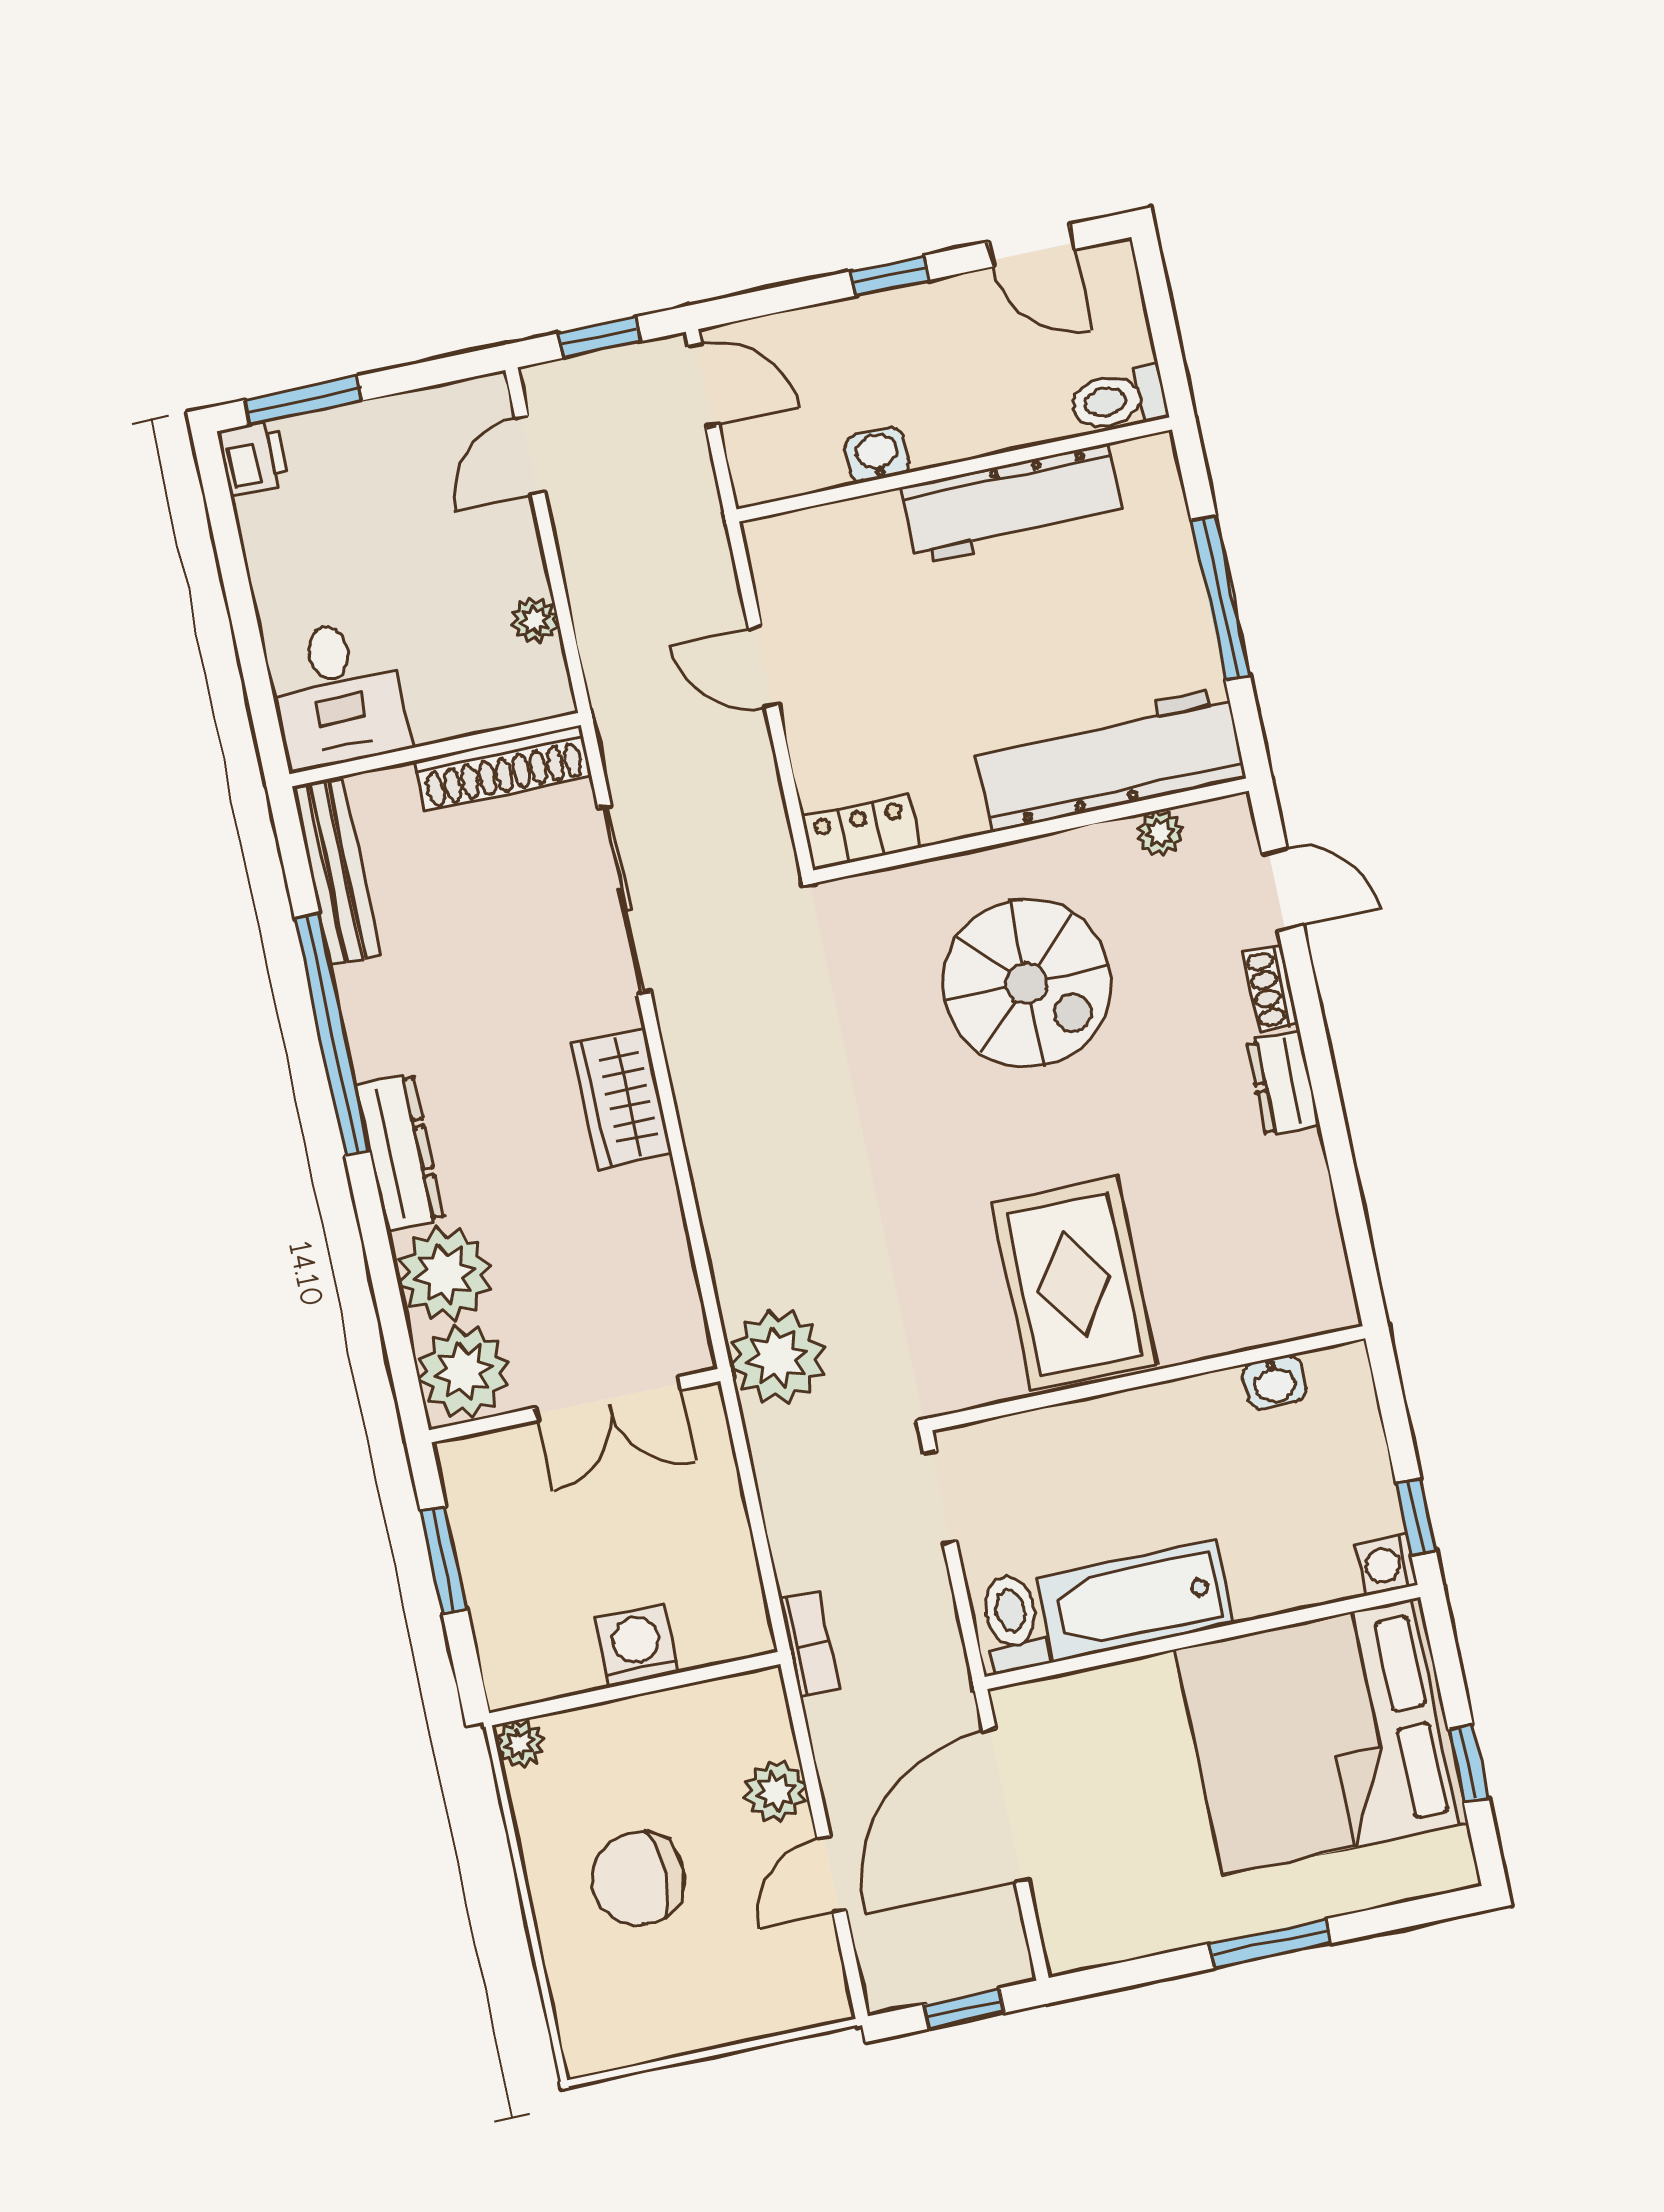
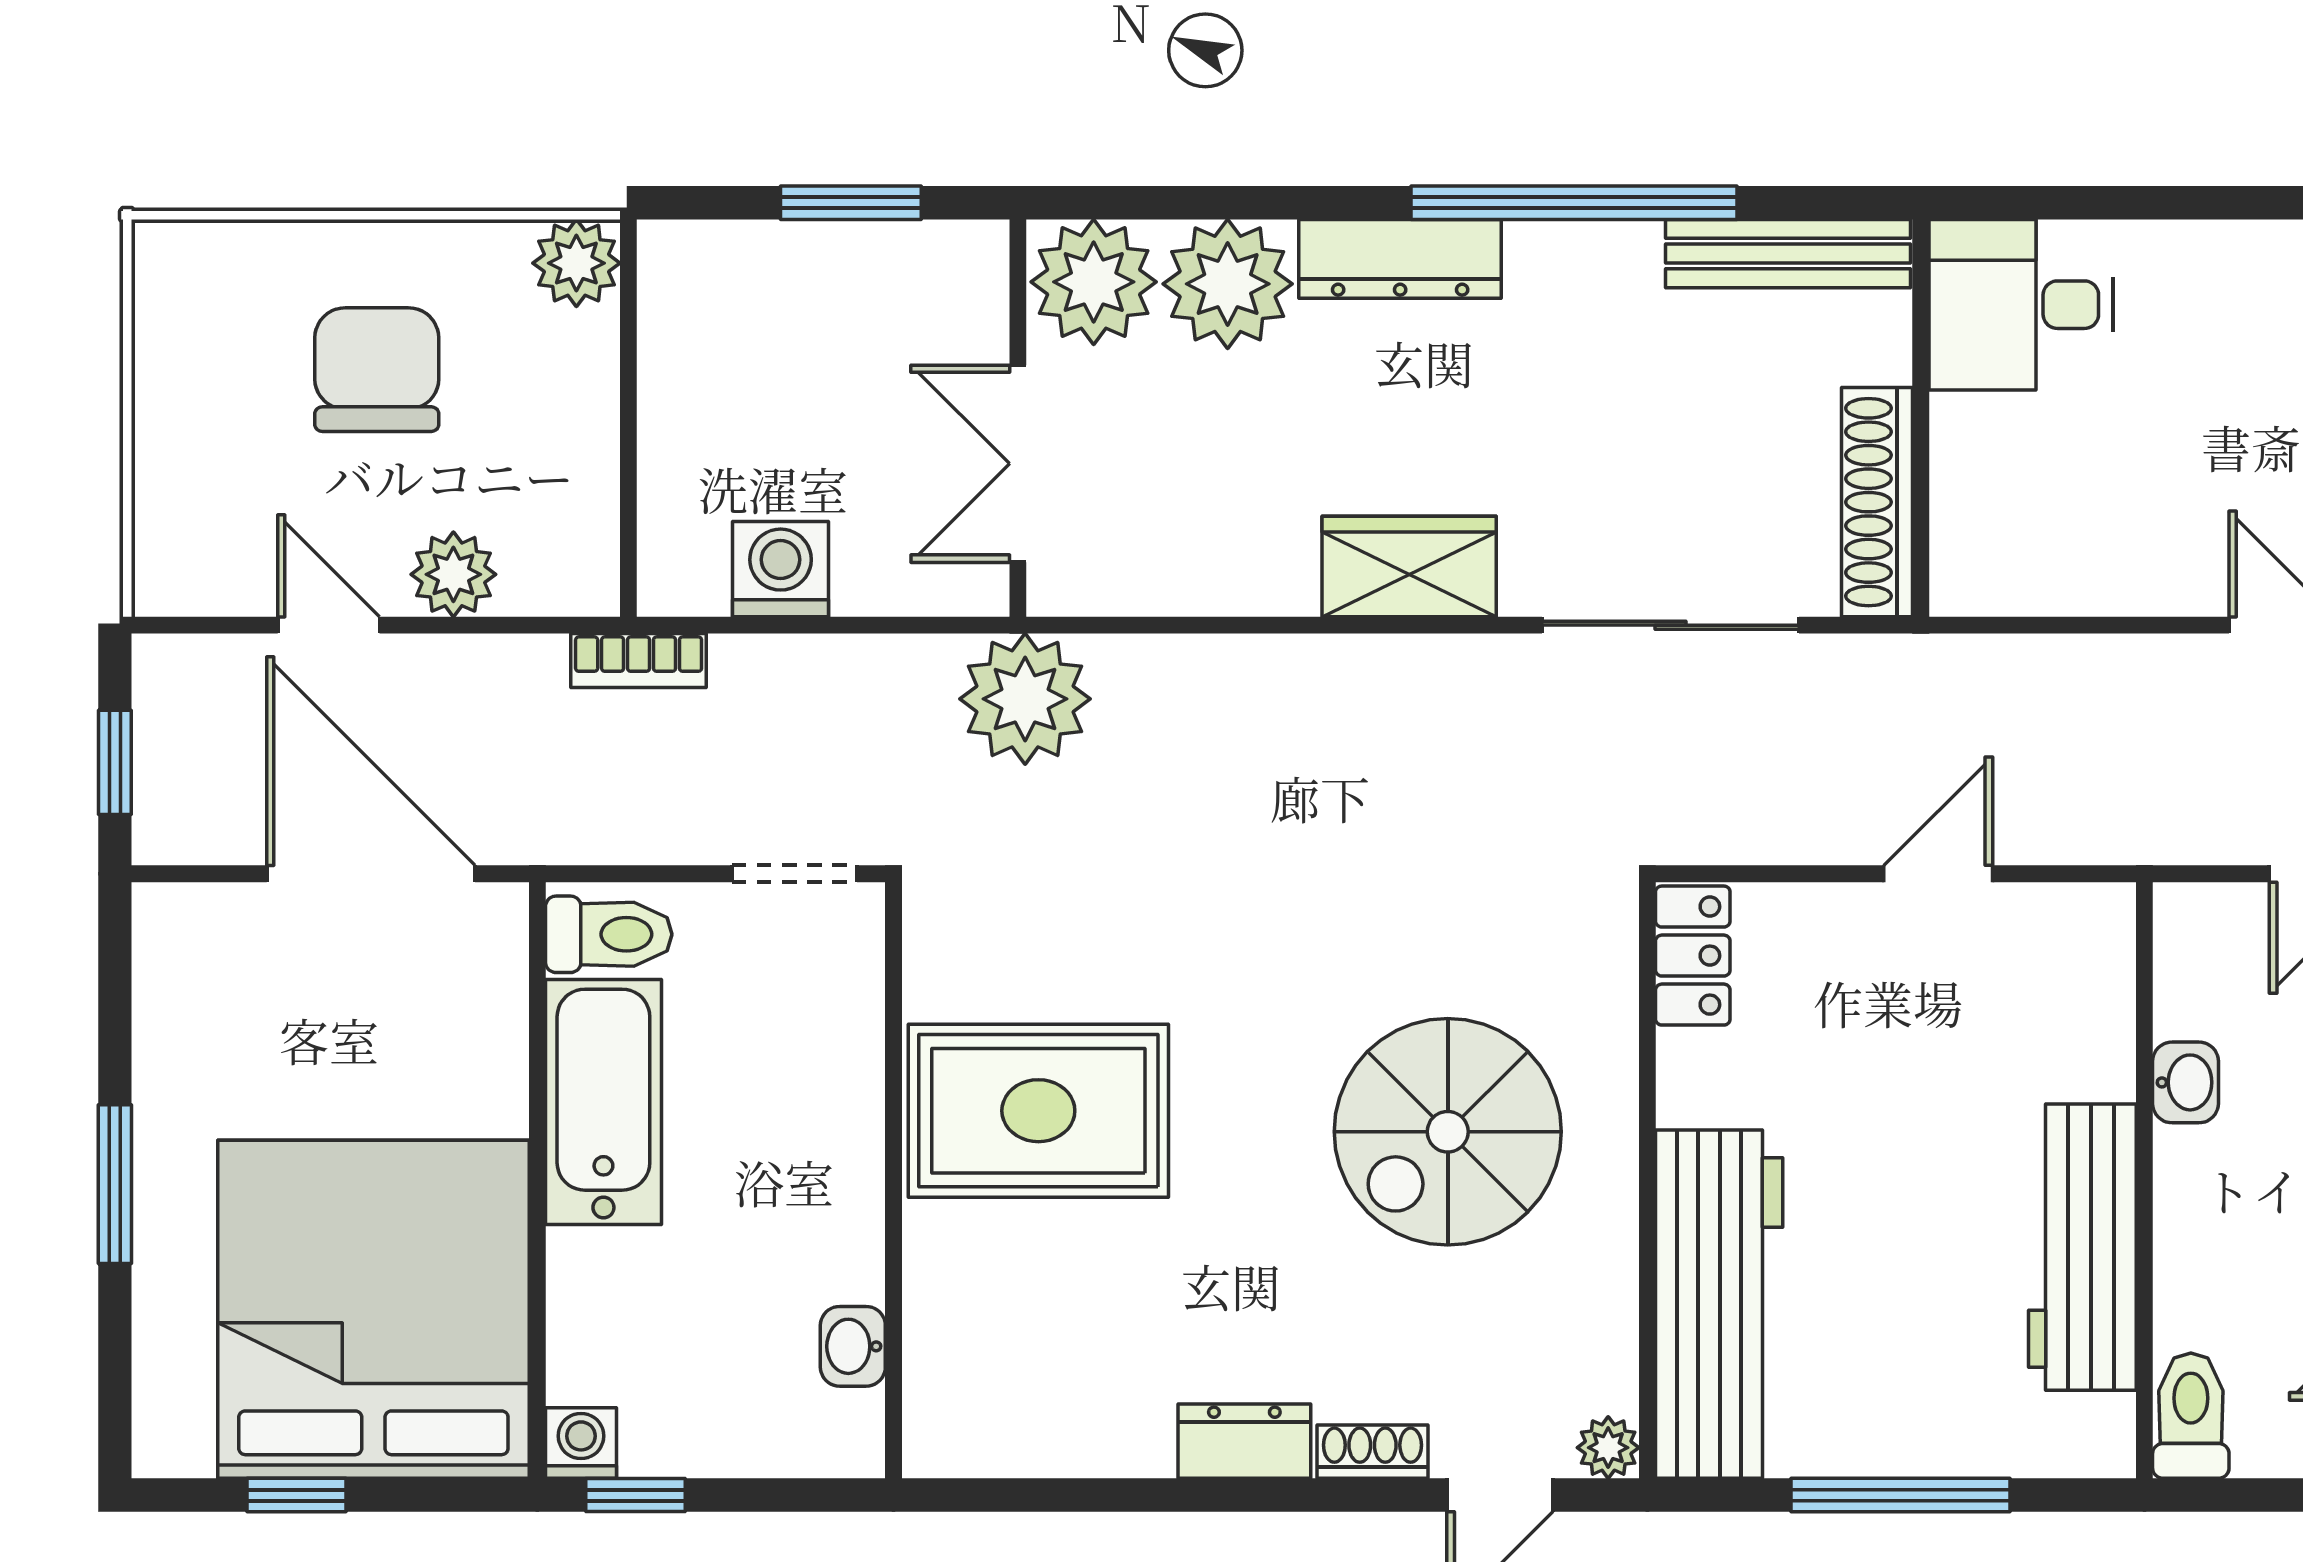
plant: (535, 620) -> (2063, 586), removed
plant: (1160, 833) -> (1608, 1448), moved
washing machine: (637, 1646) -> (781, 569), moved, turned -90
plant: (520, 1743) -> (576, 263), width x1.38, depth x1.38

